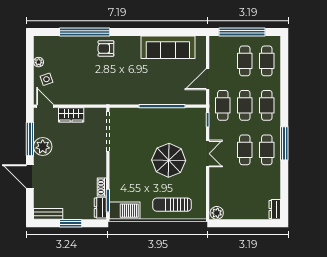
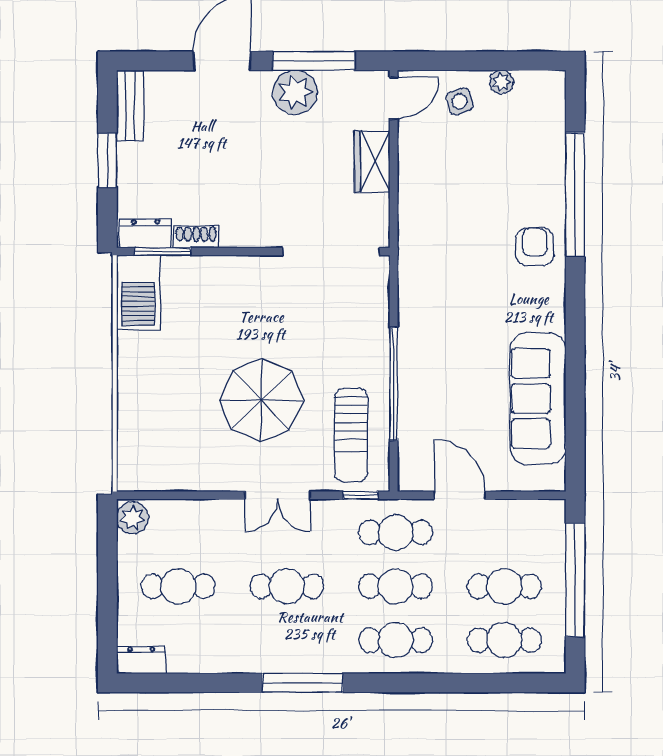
cafe table: (267, 150) -> (178, 586), moved
sun lounger: (172, 205) -> (351, 435), moved, turned 180

